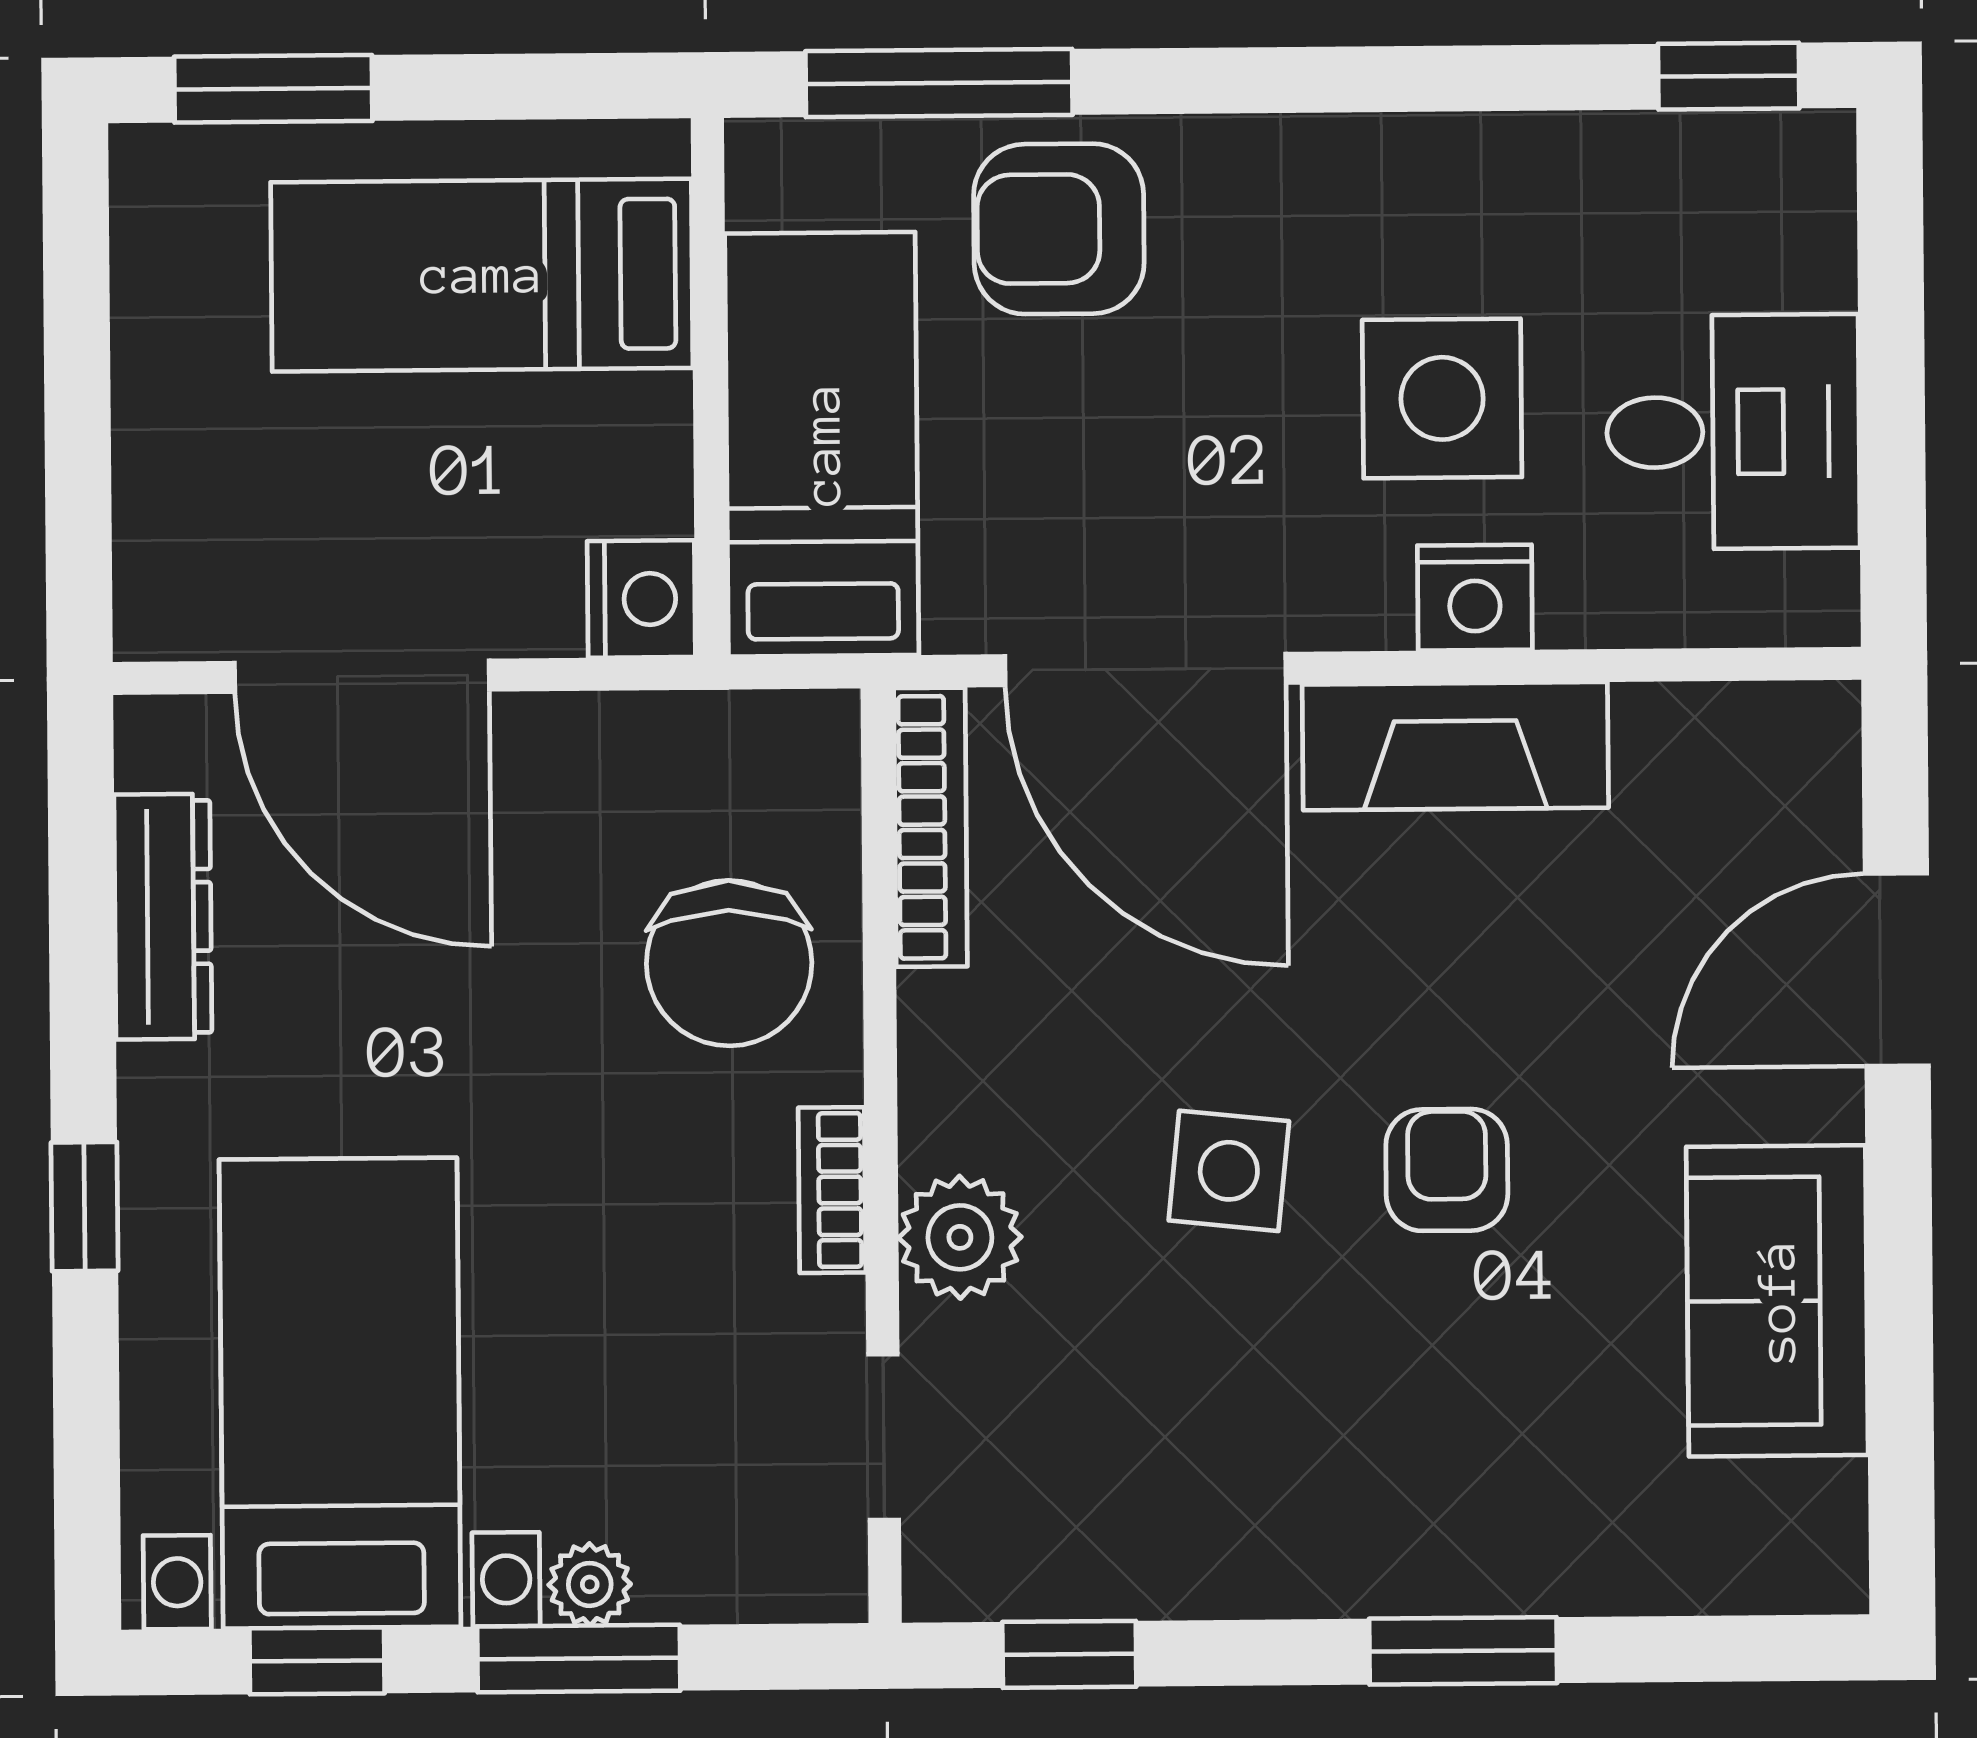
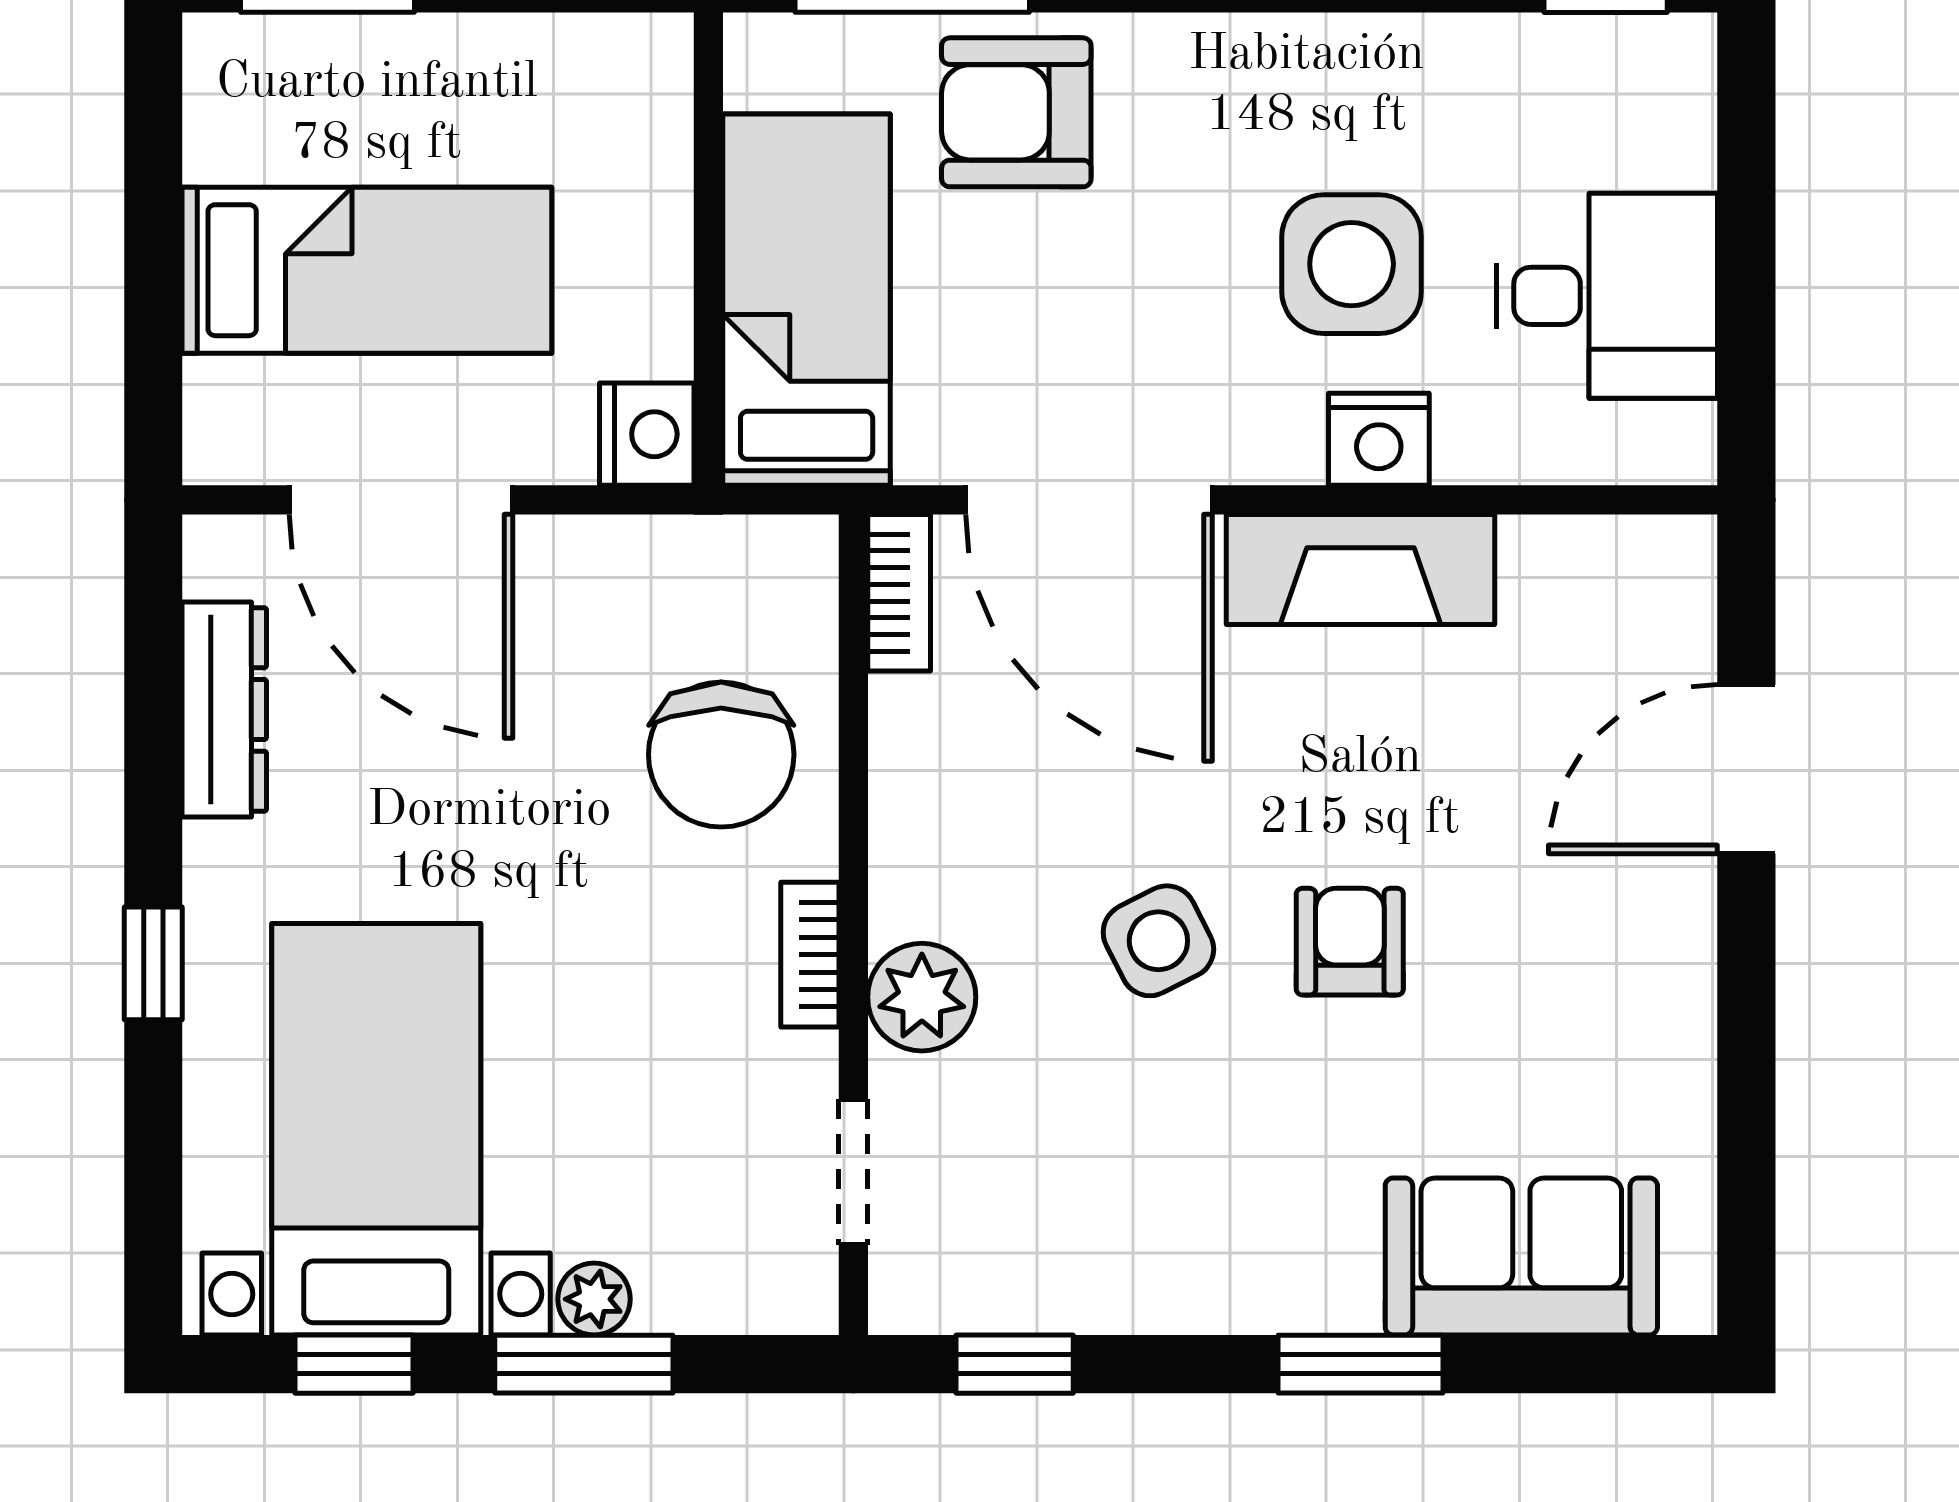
bed: (482, 275) -> (367, 270), moved, turned 180
bookcase: (931, 827) -> (899, 593), width x0.64
side table: (1229, 1171) -> (1158, 941), turned -33
sofa: (1777, 1301) -> (1521, 1256), moved, turned 90

